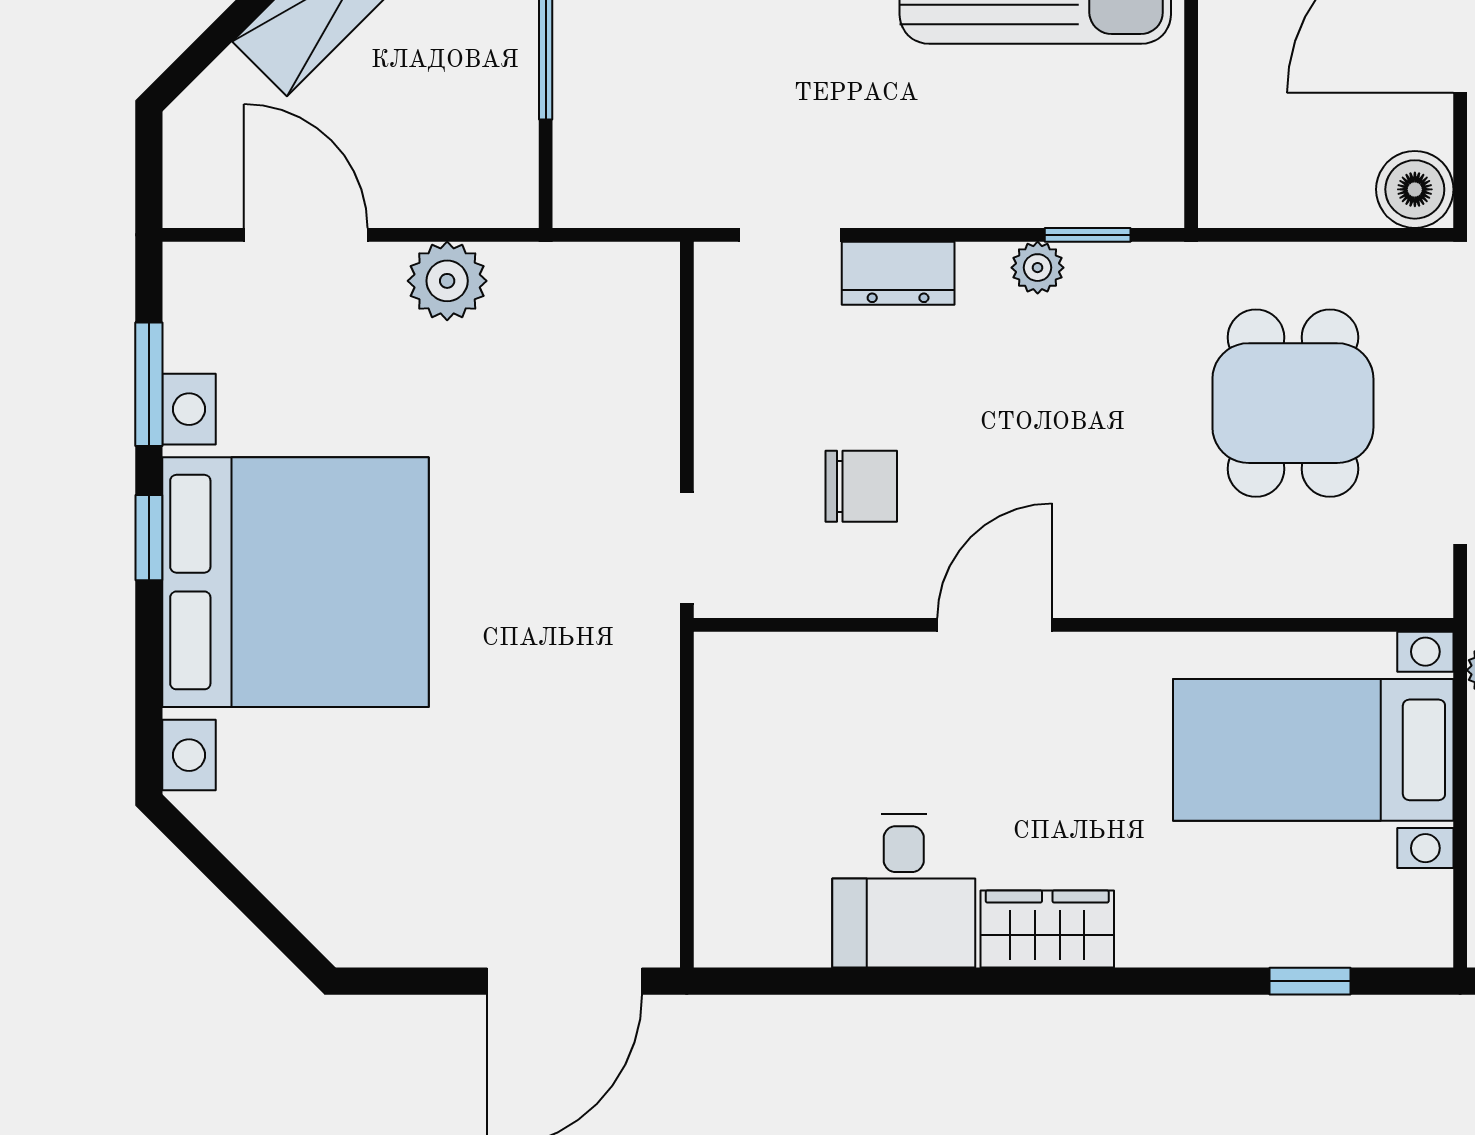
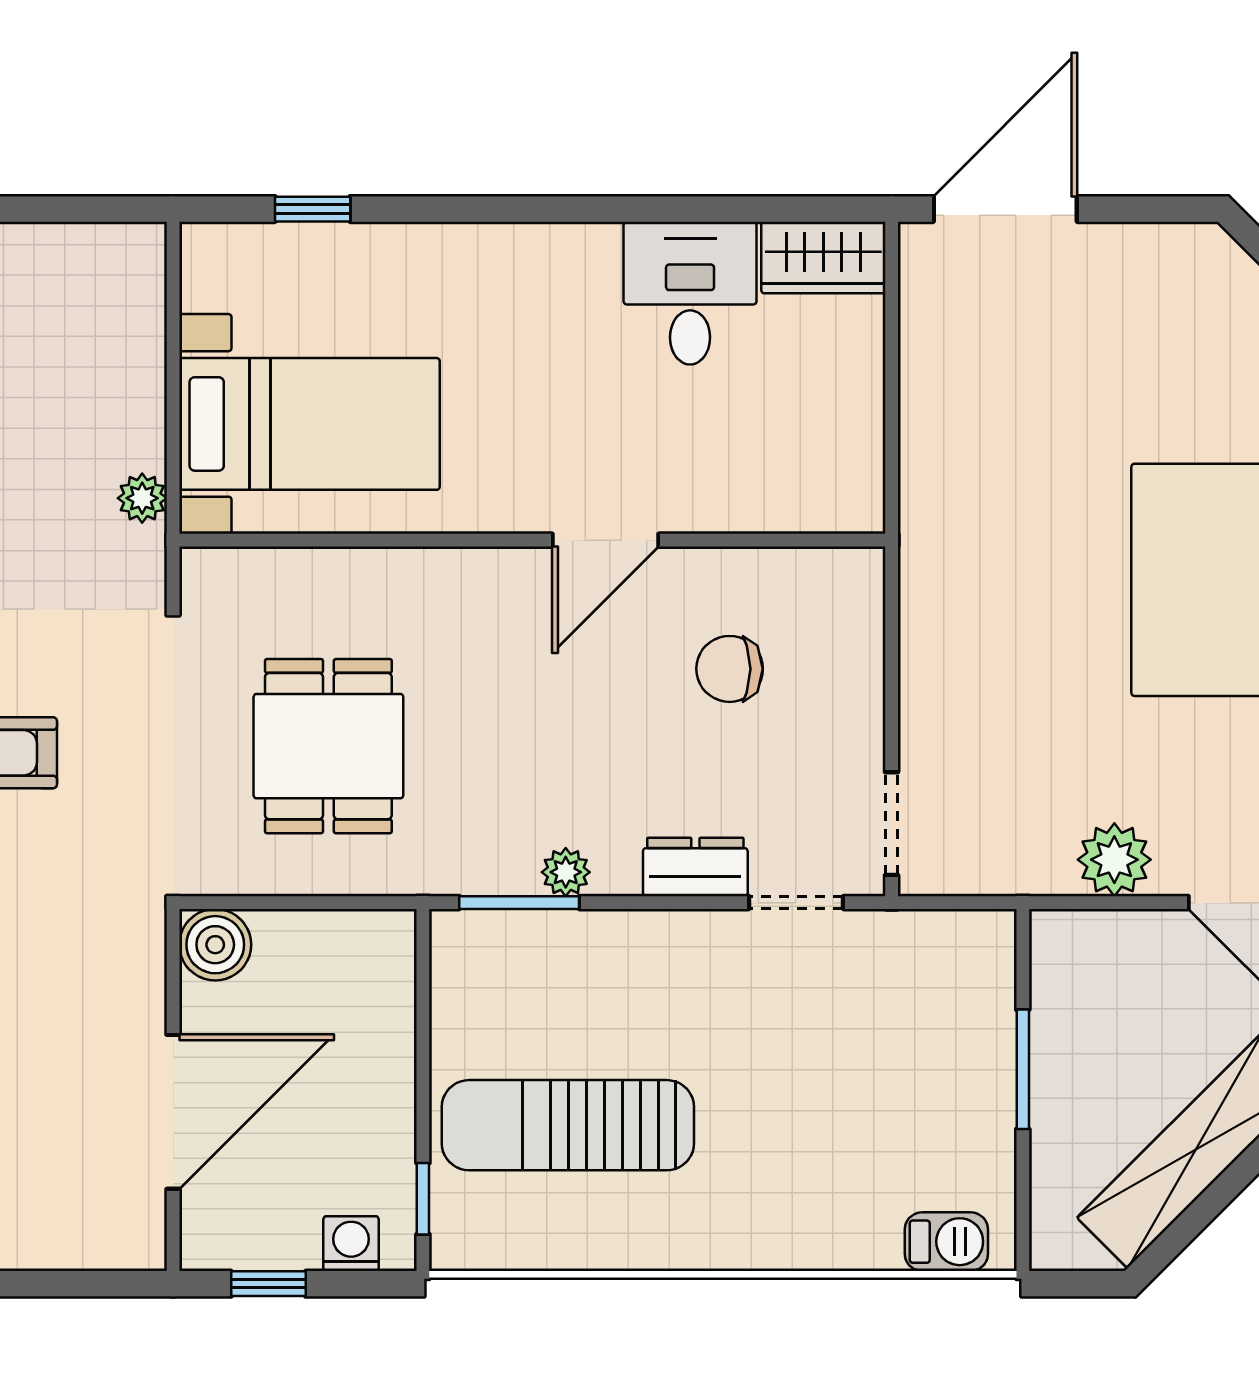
window: (1088, 235) -> (519, 903), width x1.50
doorway: (687, 548) -> (892, 824), moved
wardrobe: (1047, 929) -> (823, 257), moved

